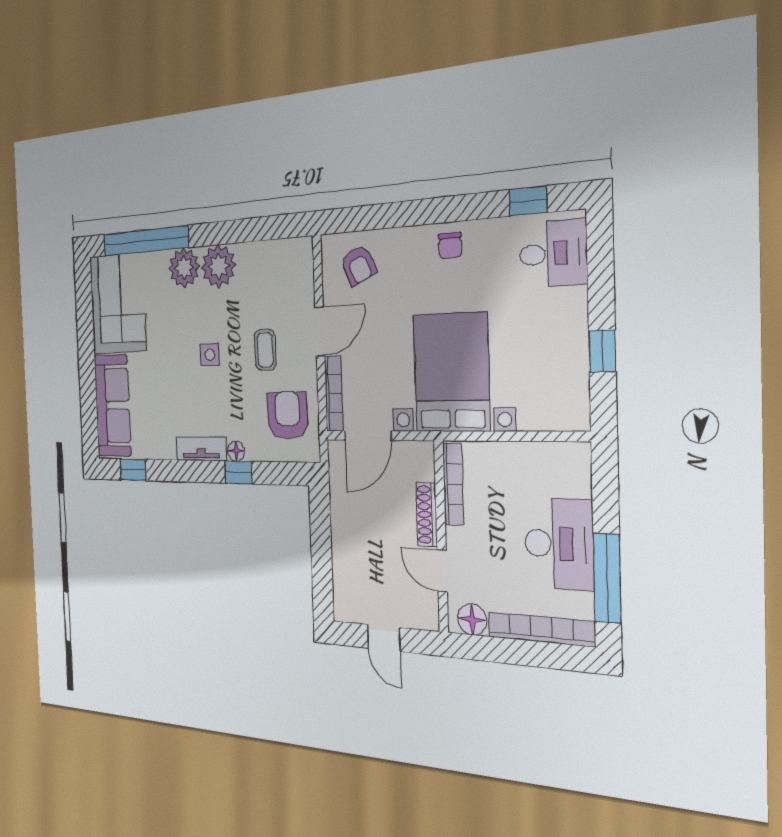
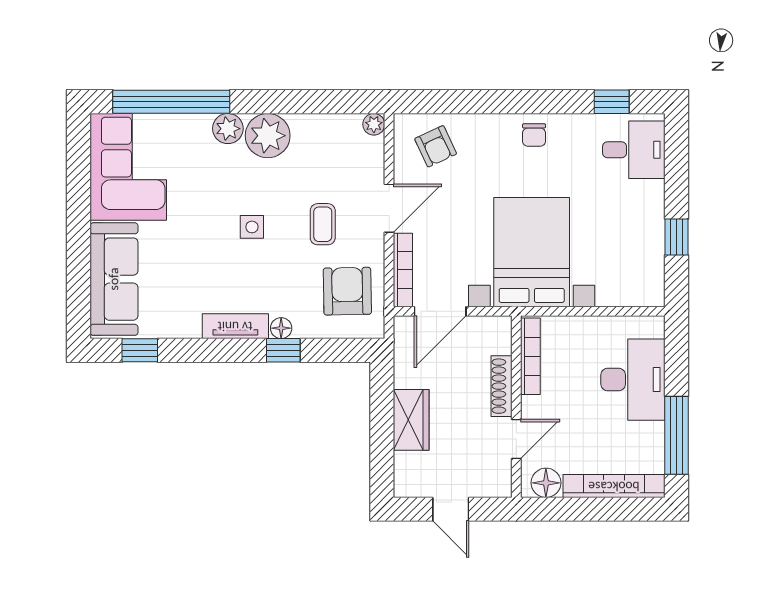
plant: (304, 247) -> (374, 124), added
plant: (184, 268) -> (228, 129), width x0.73, depth x0.73
desk: (559, 544) -> (633, 380), moved
wardrobe: (346, 545) -> (411, 420), added
door: (442, 571) -> (516, 439), swing flipped

